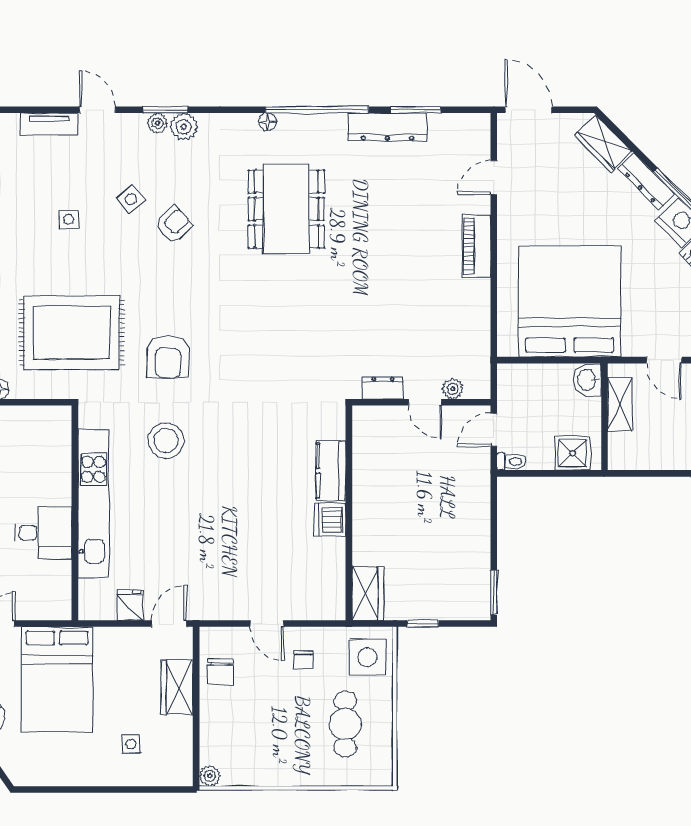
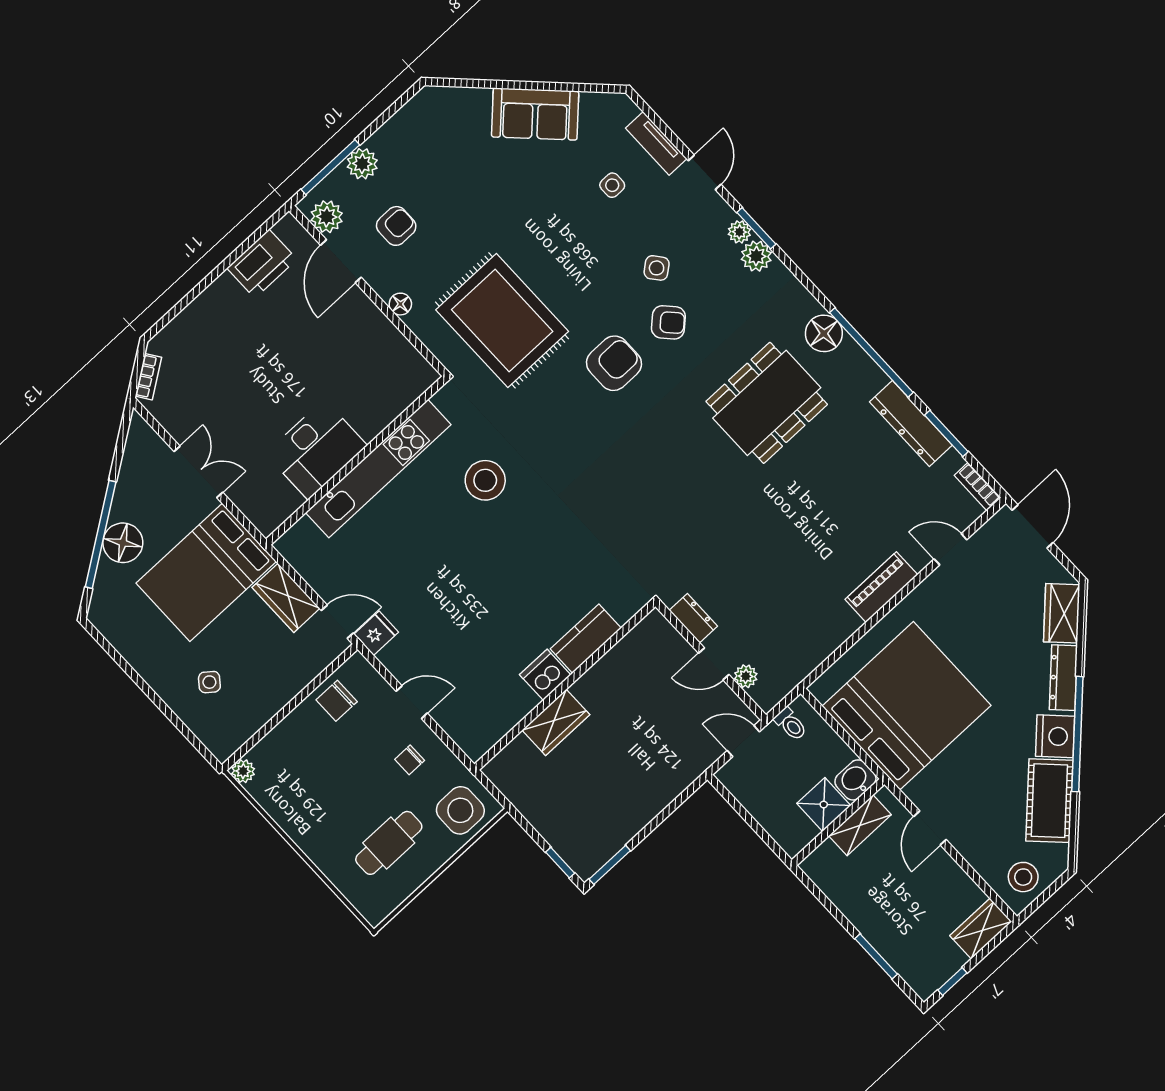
floor lamp: (268, 122) -> (824, 333), width x1.89, depth x1.89
bookcase: (469, 122) -> (978, 487), added
side table: (69, 220) -> (612, 185), moved
armchair: (168, 357) -> (614, 363), moved, turned 180
door: (425, 402) -> (714, 664), hinge flipped
shower: (572, 453) -> (824, 805), moved
toilet: (511, 461) -> (791, 724), moved
desk: (43, 533) -> (316, 449), width x1.37
wardrobe: (368, 593) -> (556, 722), moved
fridge: (130, 605) -> (376, 633), moved
door: (267, 624) -> (412, 702), swing flipped
window: (423, 624) -> (560, 863), moved
wardrobe: (177, 687) -> (286, 598), moved, turned -90
side table: (131, 744) -> (209, 682), turned 38

